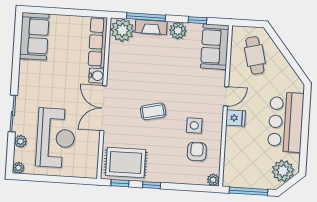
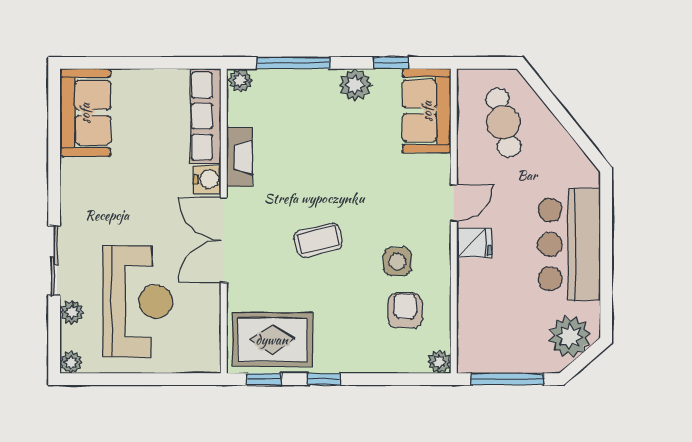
fireplace: (151, 27) -> (239, 157), moved, turned -90
plant: (122, 30) -> (240, 80), width x0.53, depth x0.53

